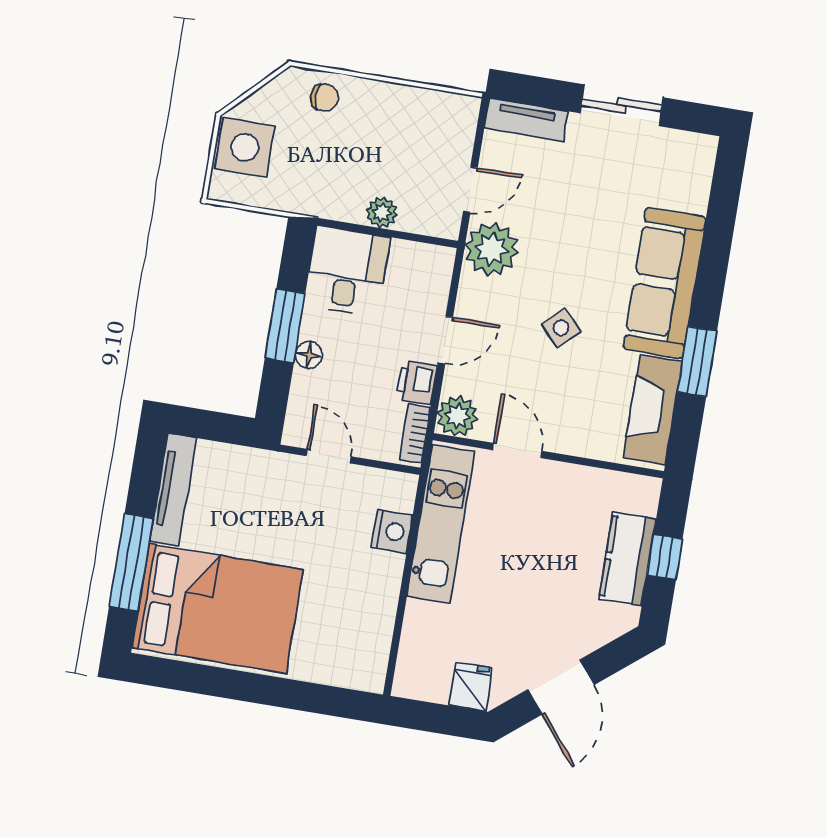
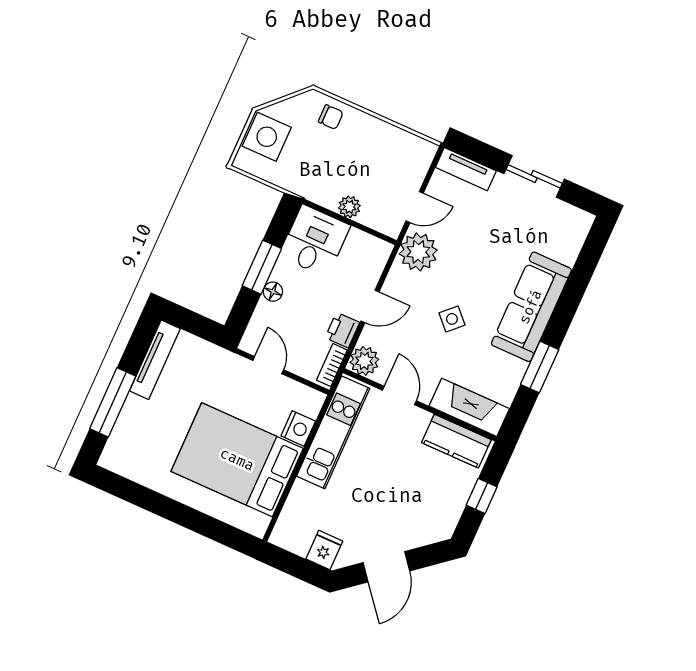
fireplace: (653, 410) -> (469, 407), moved, turned 90
kitchen counter: (627, 559) -> (456, 441), moved, turned -90
bed: (218, 608) -> (237, 460), moved, turned 180

